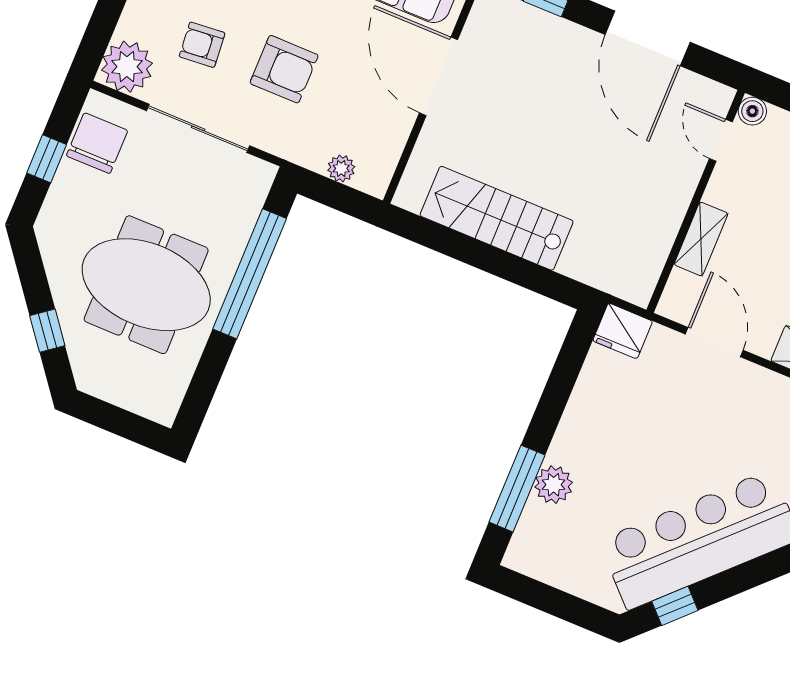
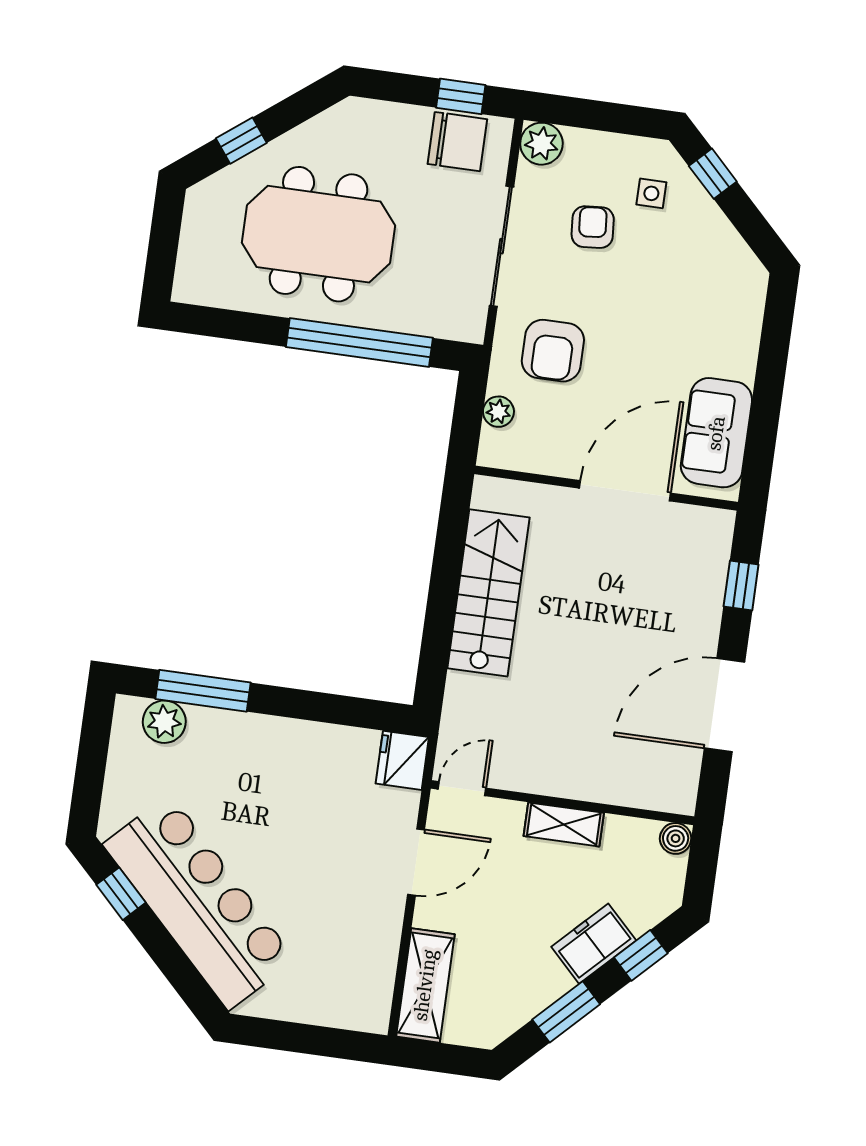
plant: (127, 67) -> (541, 144), width x0.73, depth x0.73
armchair: (284, 69) -> (553, 351), moved
door: (721, 140) -> (462, 789), moved
window: (47, 159) -> (461, 96), moved
shelving: (701, 239) -> (564, 824), moved
meeting table: (146, 285) -> (319, 234), turned 90
plant: (554, 485) -> (164, 722), moved

